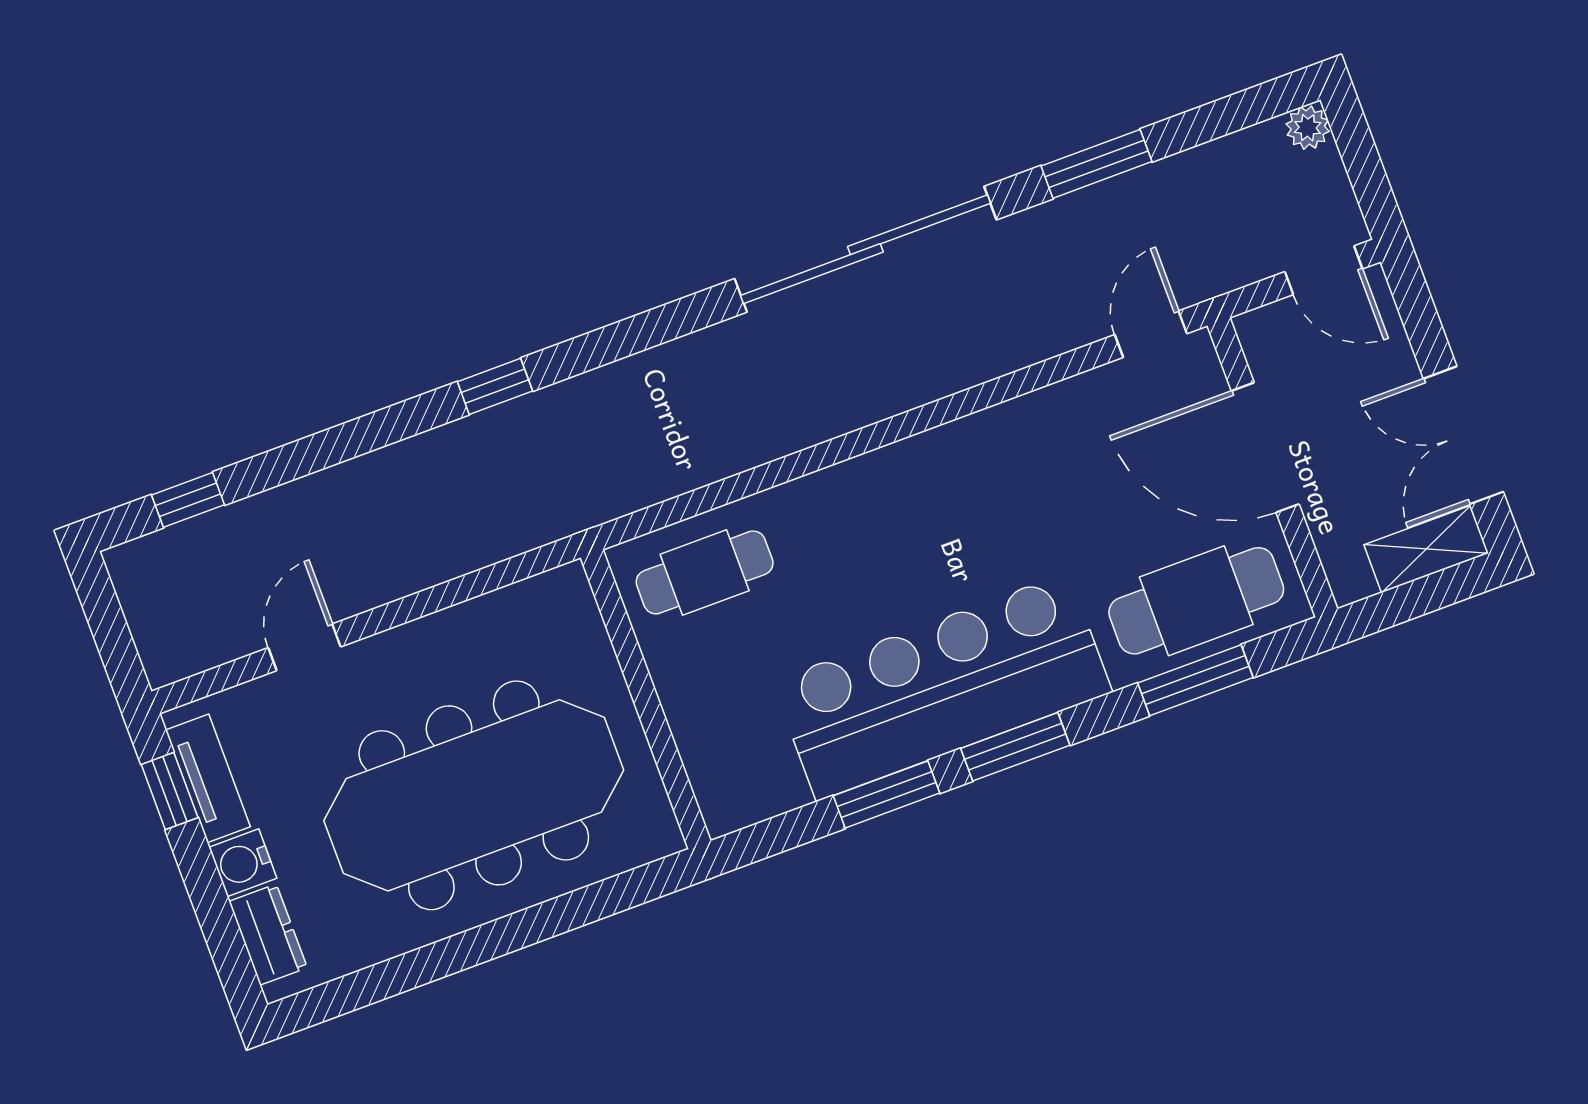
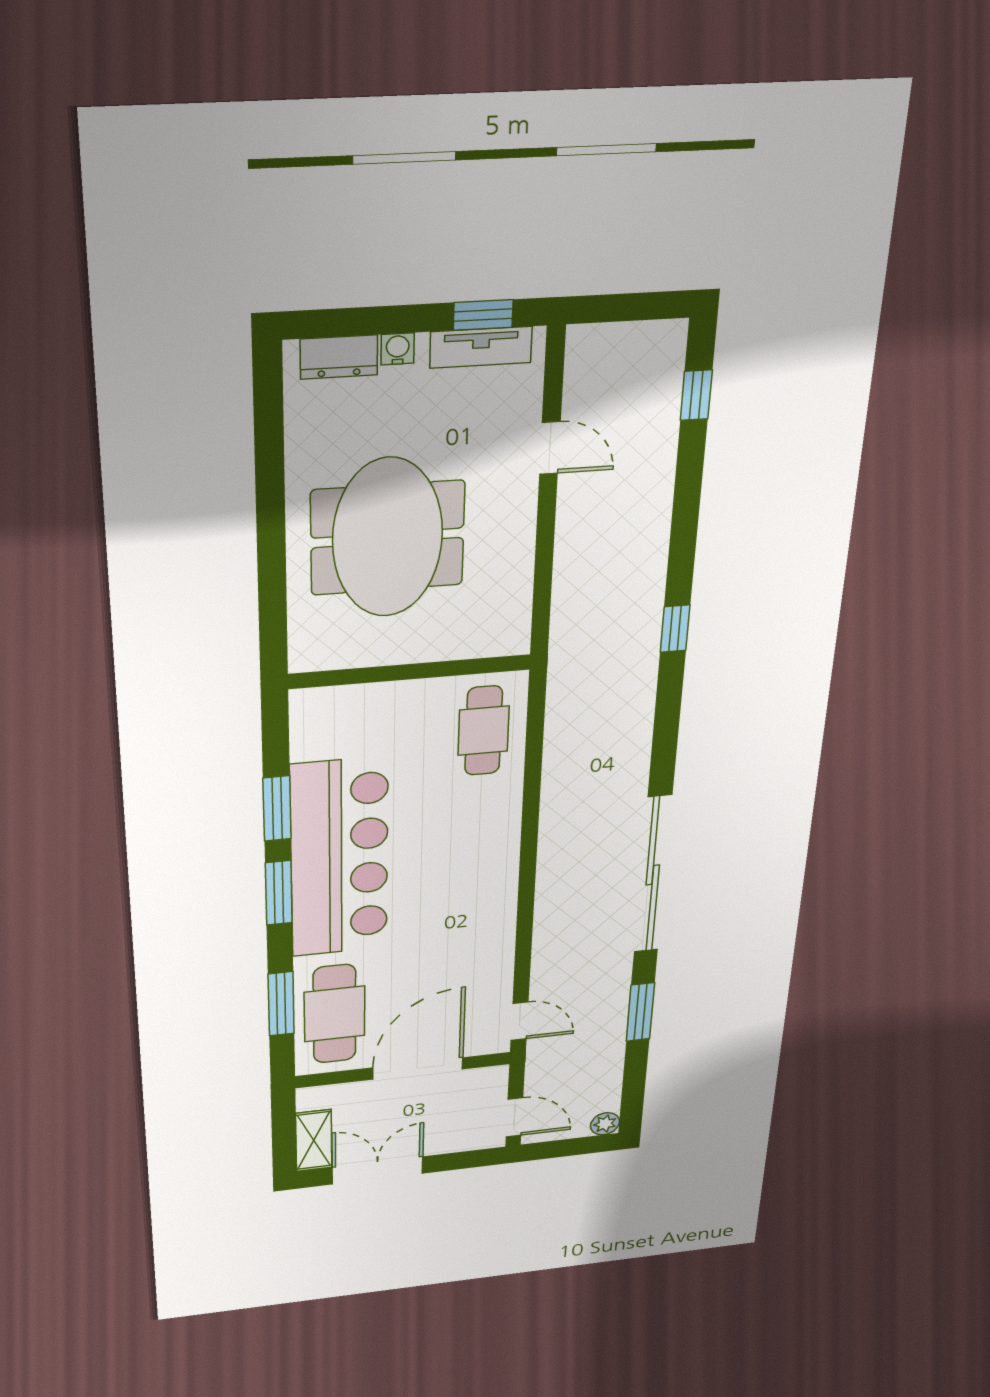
door: (1324, 270) -> (514, 1117), swing flipped
meeting table: (474, 795) -> (388, 538), width x0.73
water cooler: (243, 863) -> (398, 349), width x0.72, depth x0.72

